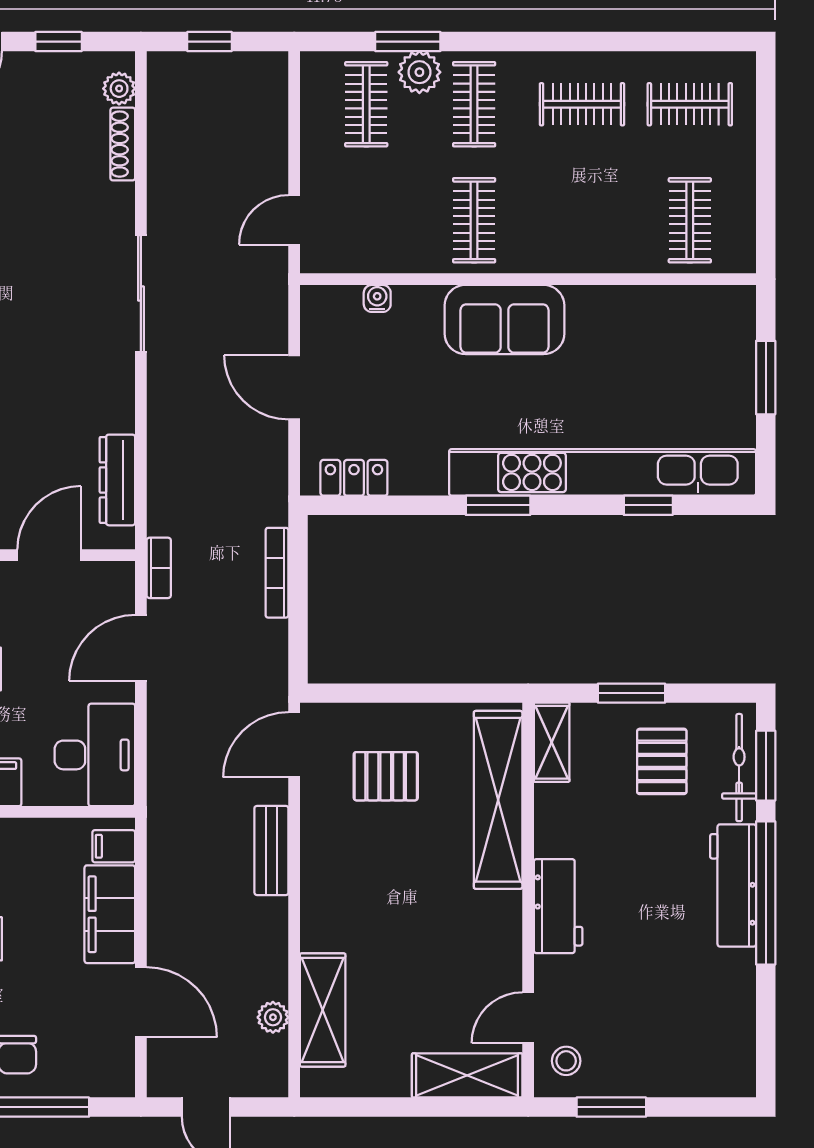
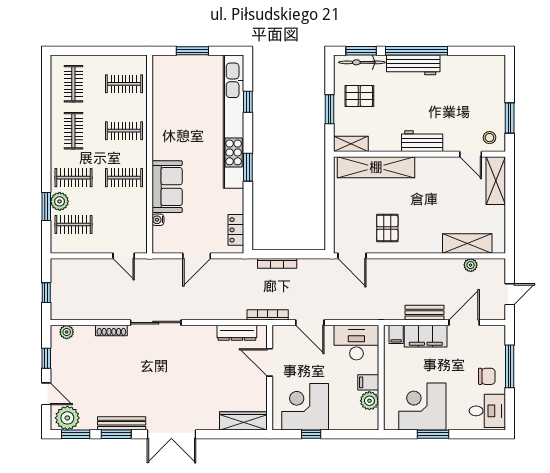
shoe rack: (123, 144) -> (111, 330), moved
clothes rail: (582, 220) -> (124, 131), added
sofa: (504, 320) -> (167, 187), moved
bookcase: (159, 568) -> (268, 315), width x1.56
pallet: (386, 776) -> (387, 228), moved
bench: (271, 850) -> (425, 313), moved

